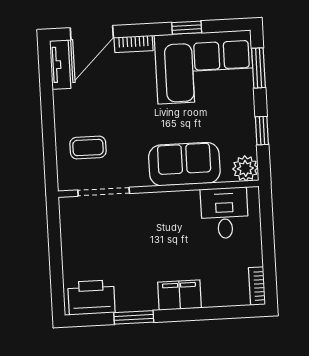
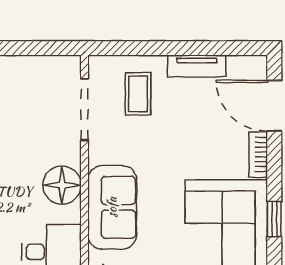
tv unit: (60, 65) -> (197, 66), moved
floor lamp: (168, 207) -> (62, 185), added

